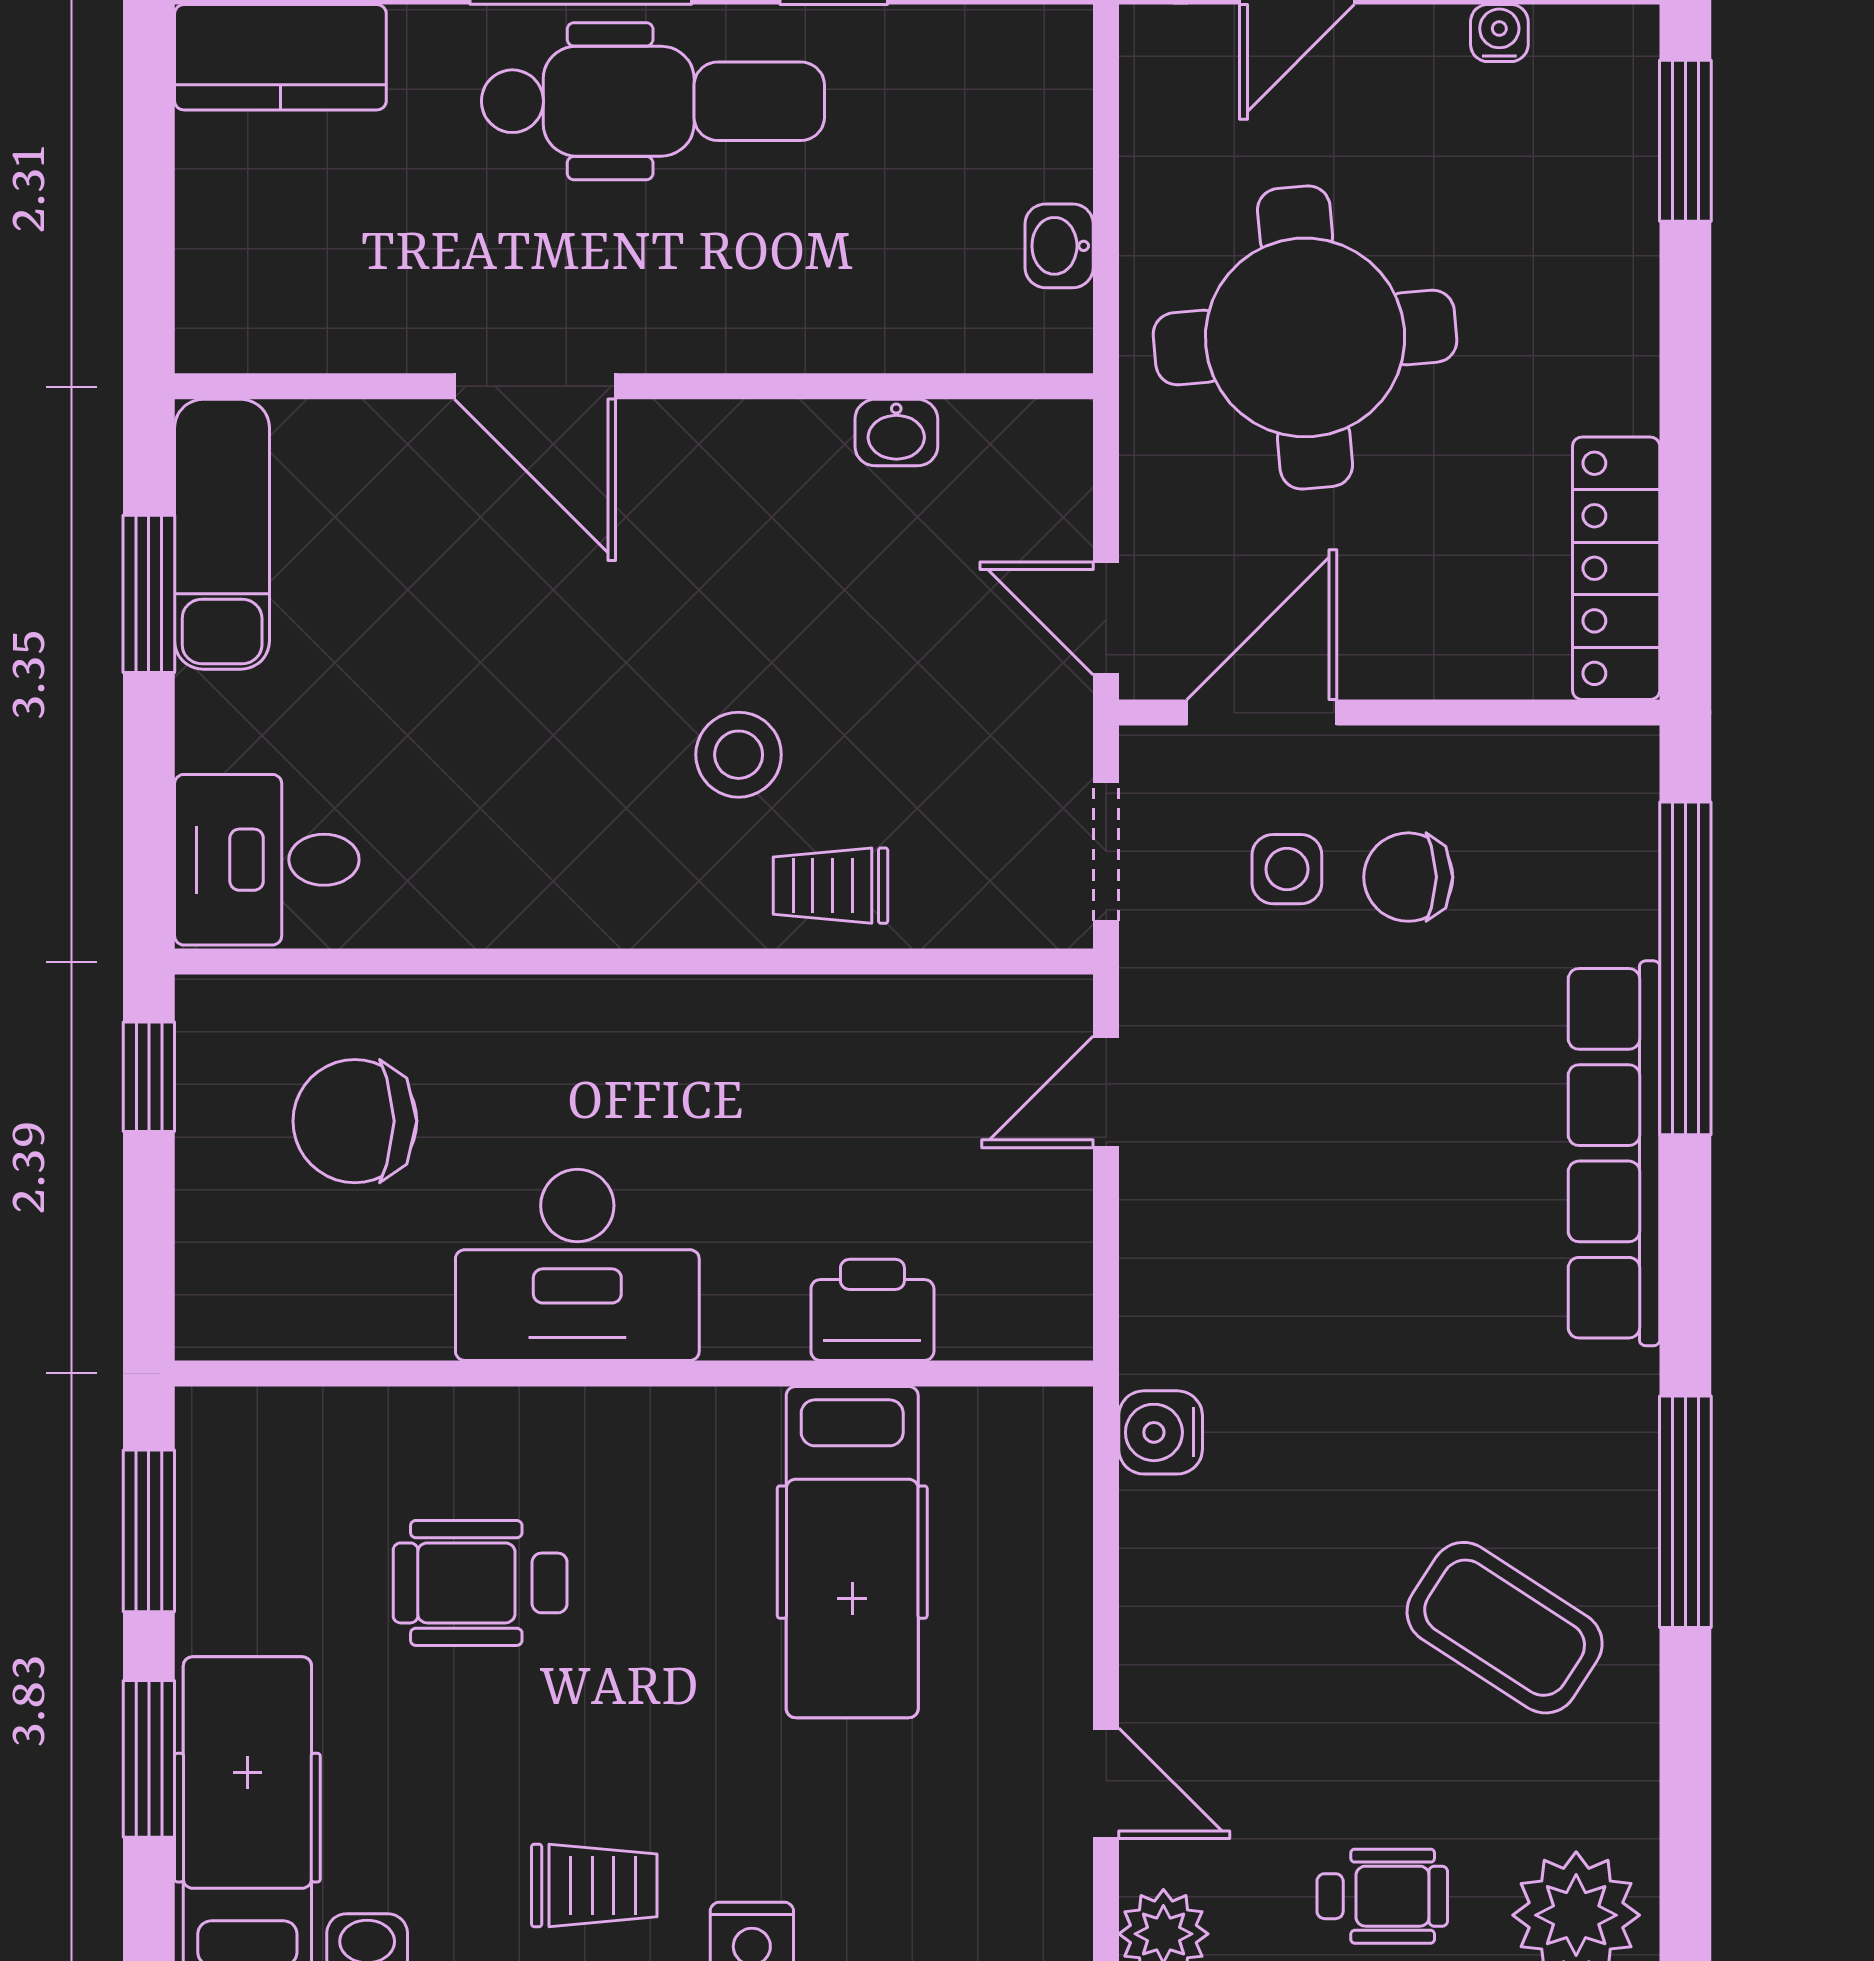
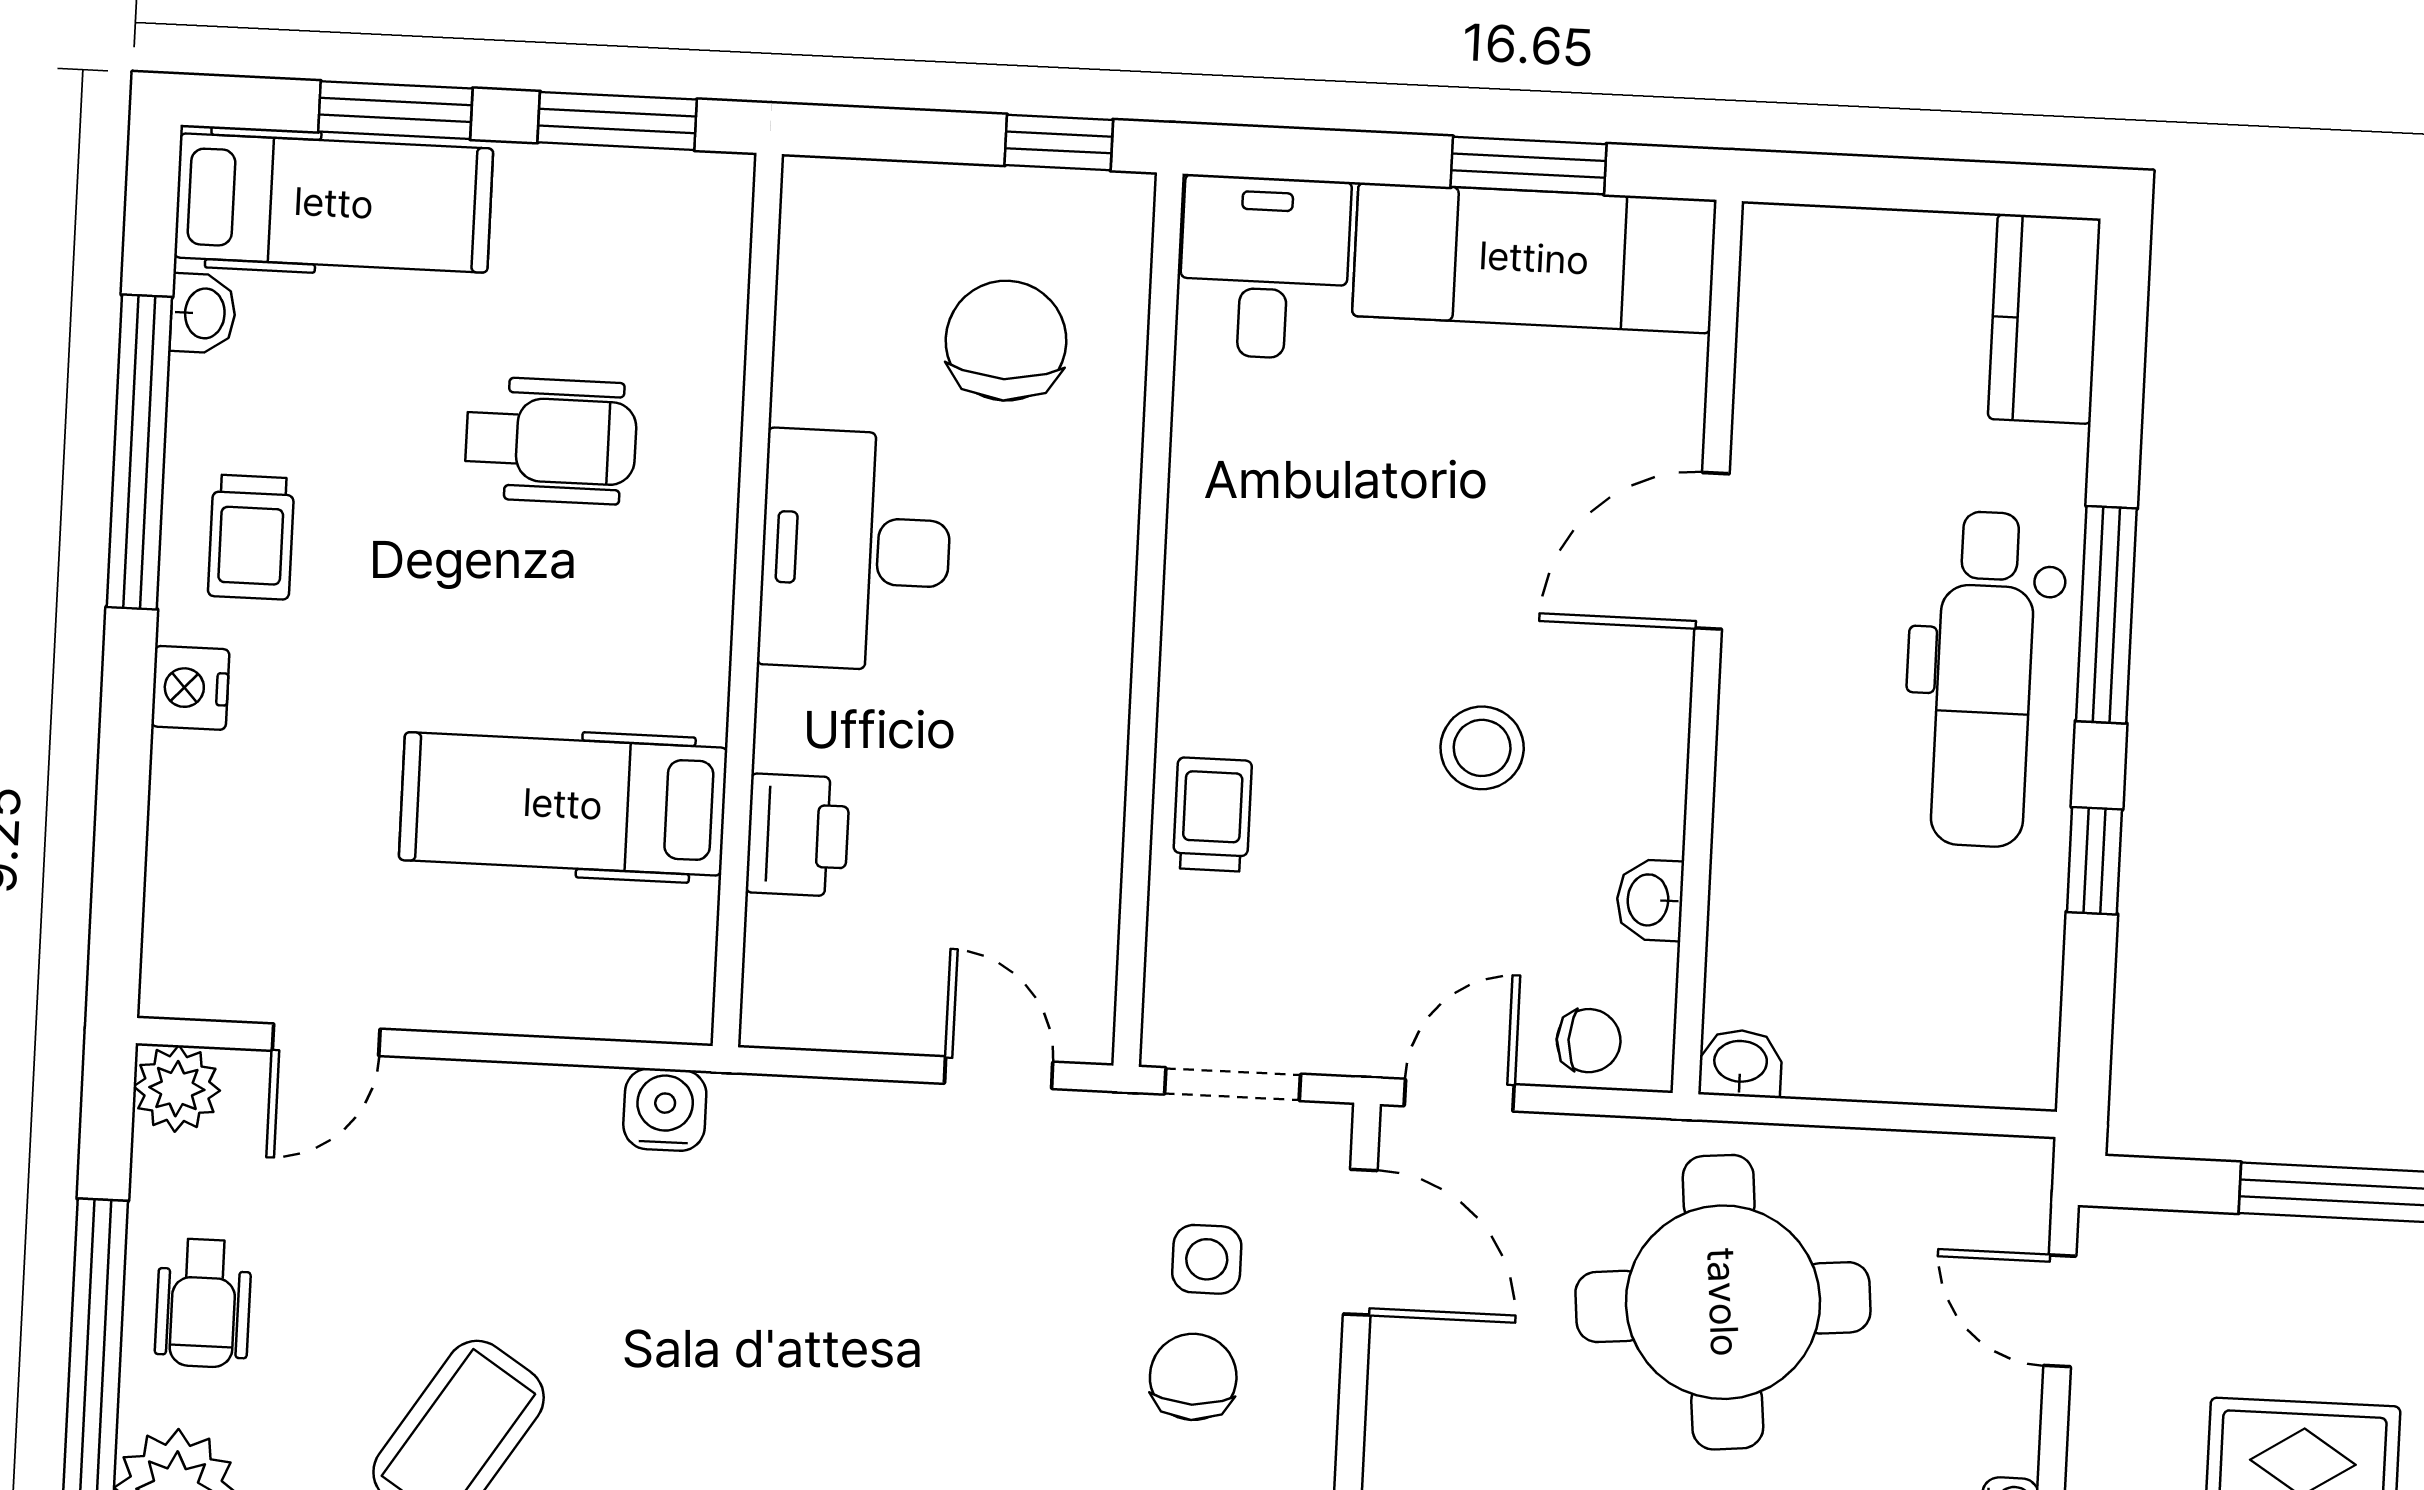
washbasin: (1059, 246) -> (1740, 1063), moved
chair: (1044, 488) -> (1589, 1041), added
exam couch: (222, 534) -> (1534, 258), width x1.36, depth x1.45
stool: (739, 755) -> (1482, 748), moved
wheelchair: (480, 1583) -> (551, 441), turned 90

